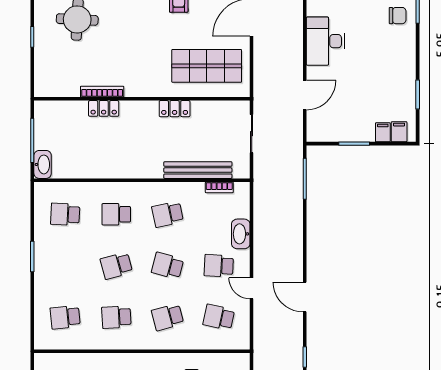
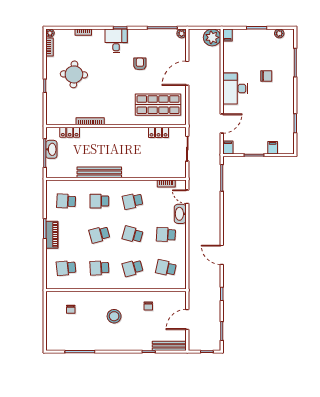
chair: (398, 16) -> (266, 76), moved
locker: (104, 108) -> (70, 132), moved
locker: (175, 109) -> (159, 132), moved
filing cabinet: (399, 132) -> (228, 147), moved
washbasin: (43, 164) -> (51, 149), moved
bench: (198, 170) -> (99, 172), moved
piano: (43, 266) -> (52, 235), added
door: (252, 288) -> (187, 197), moved

